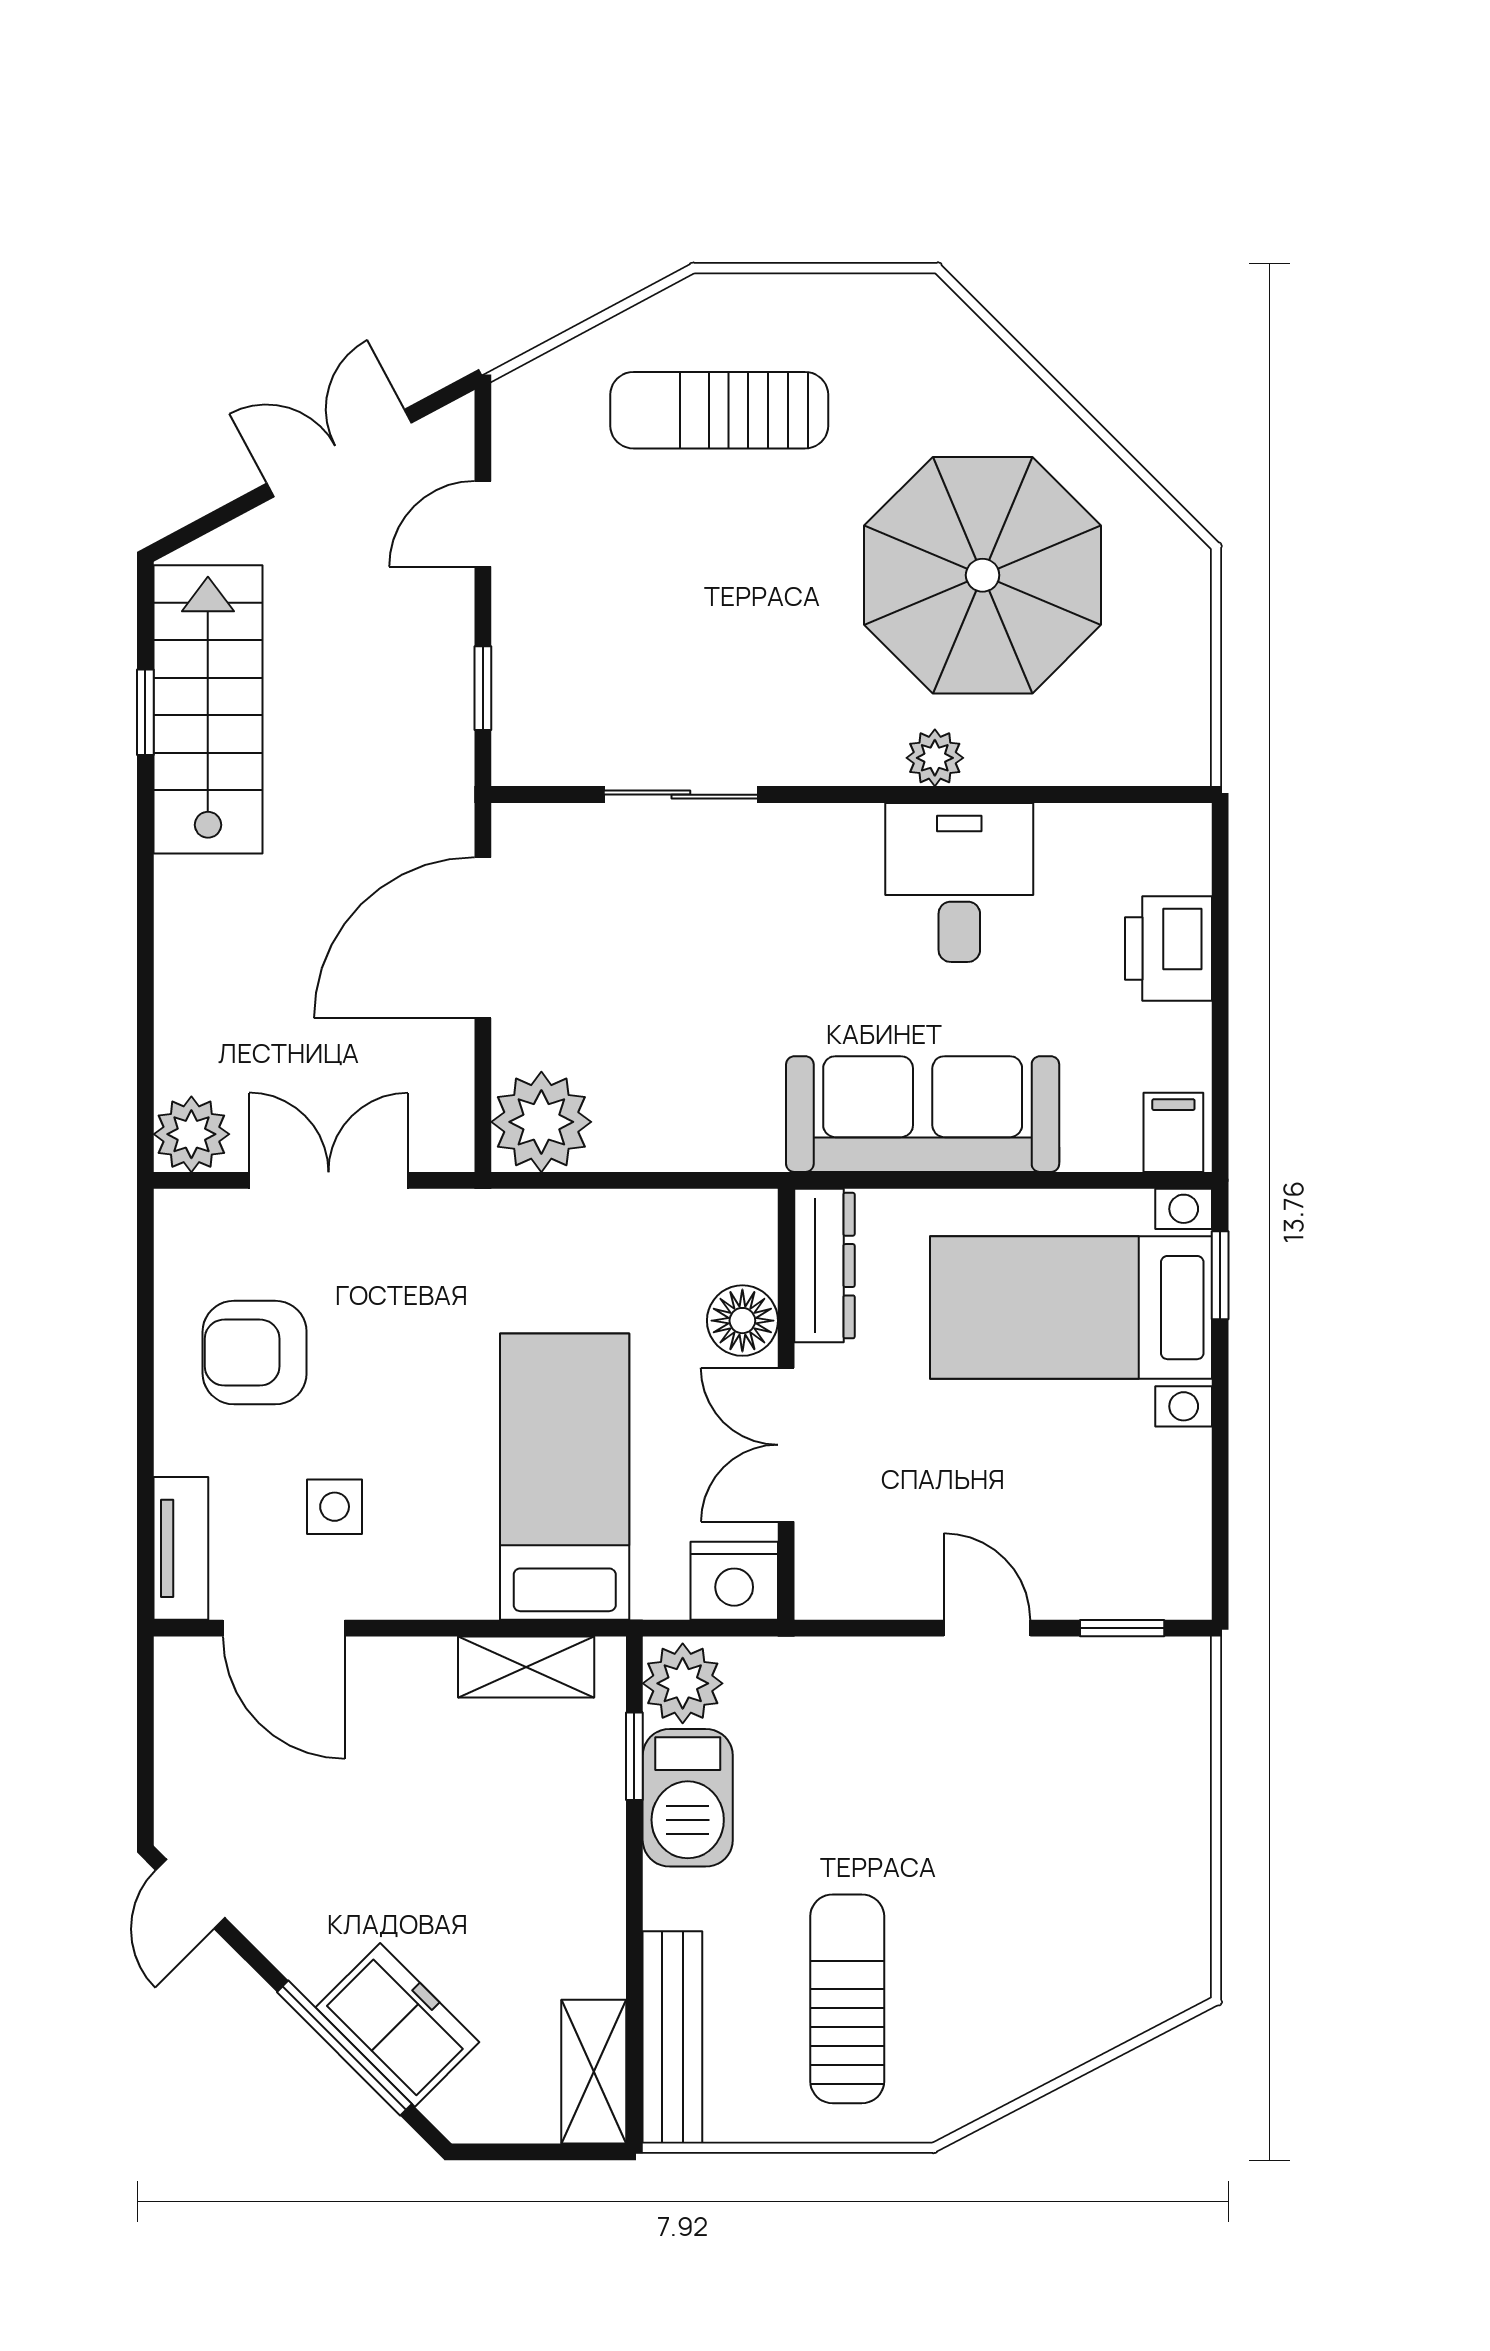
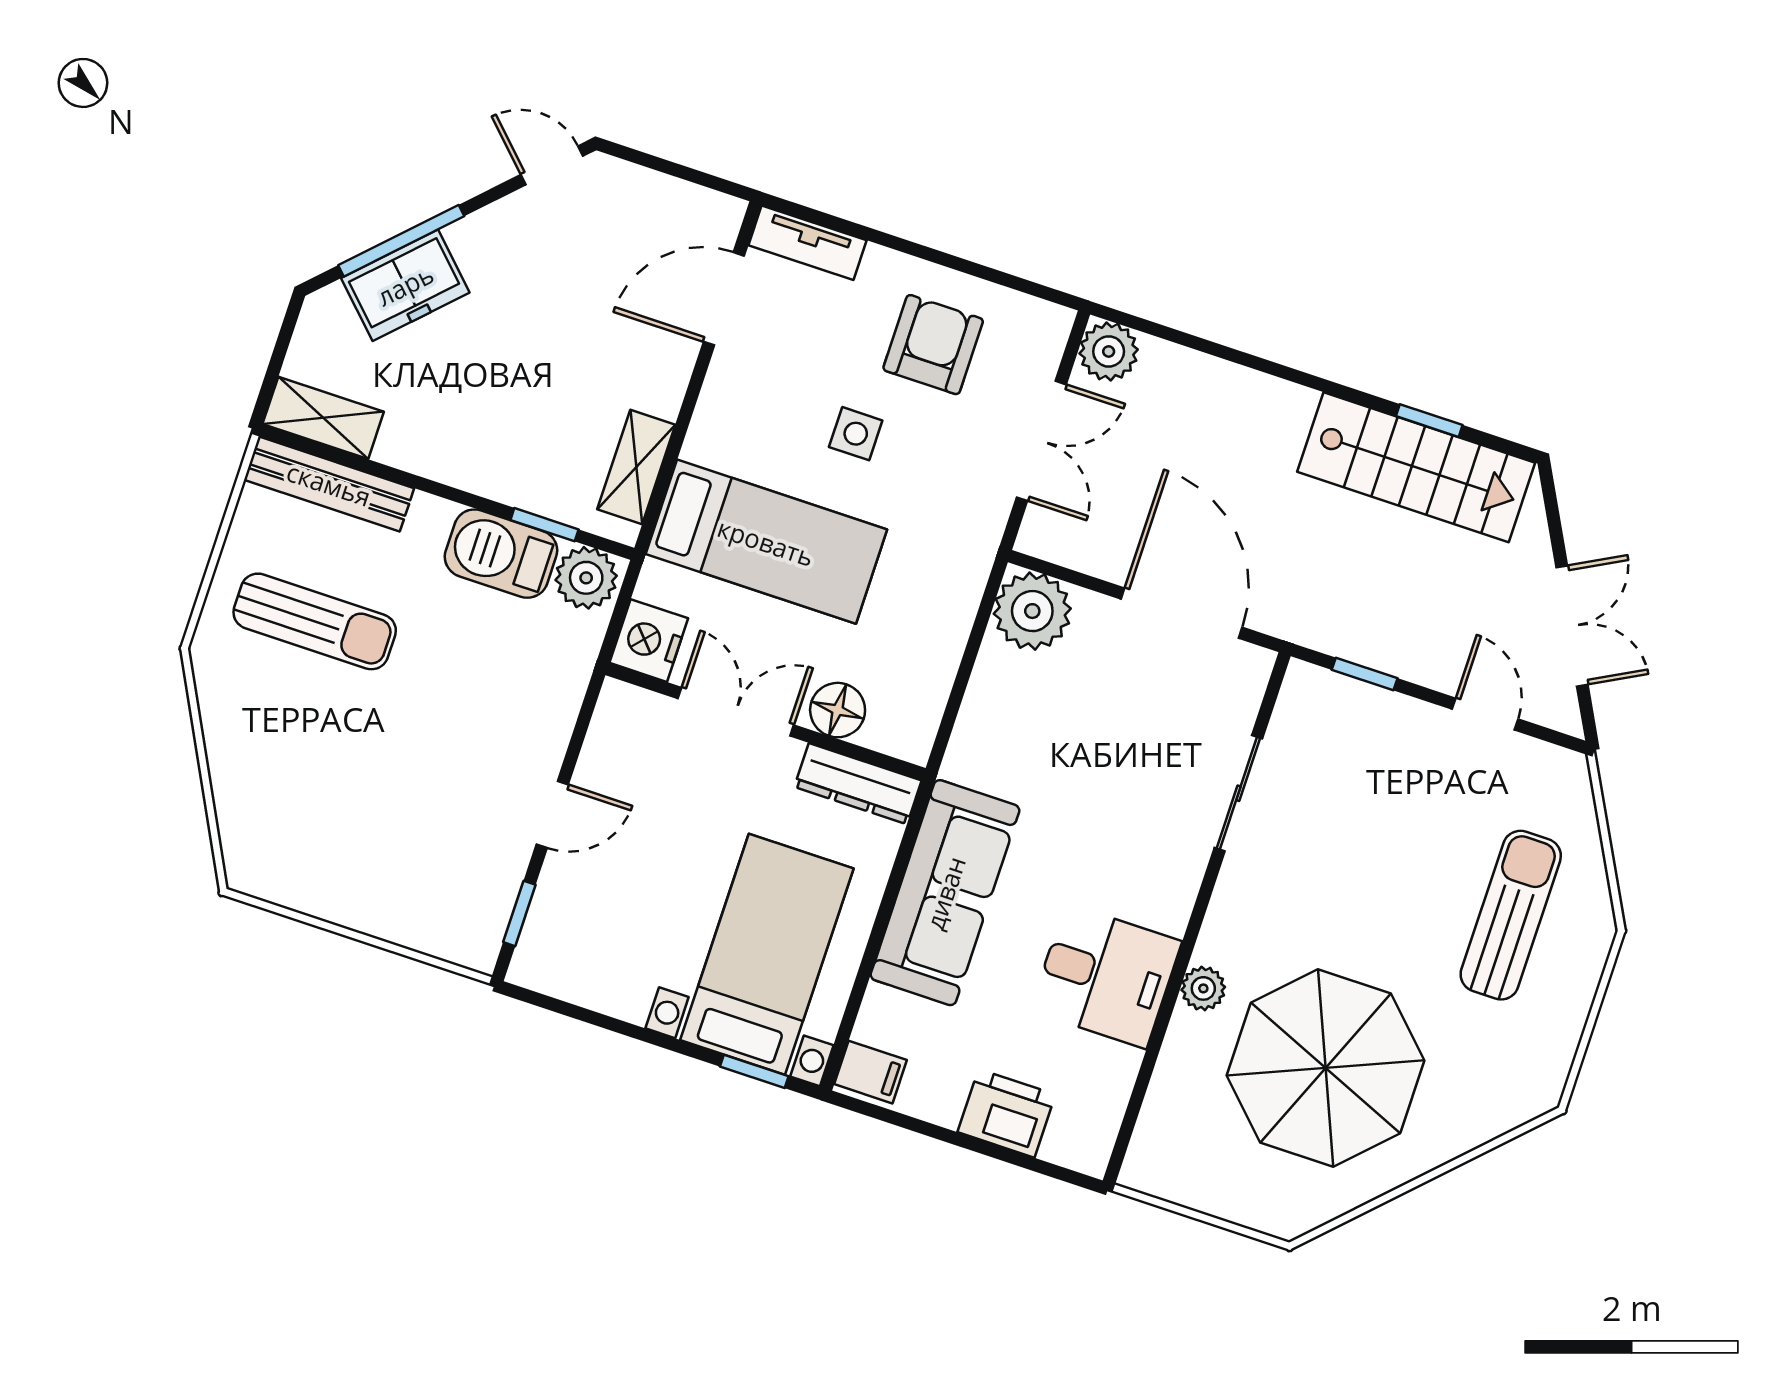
side table: (335, 1507) -> (856, 434), moved

